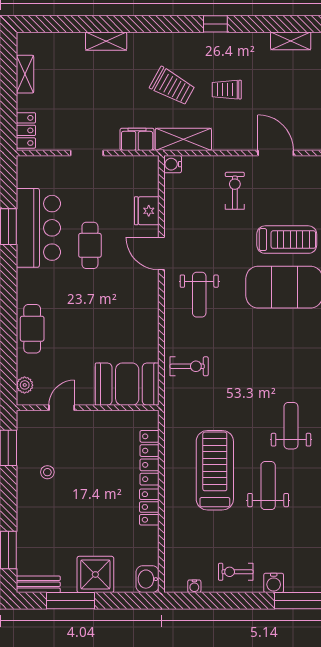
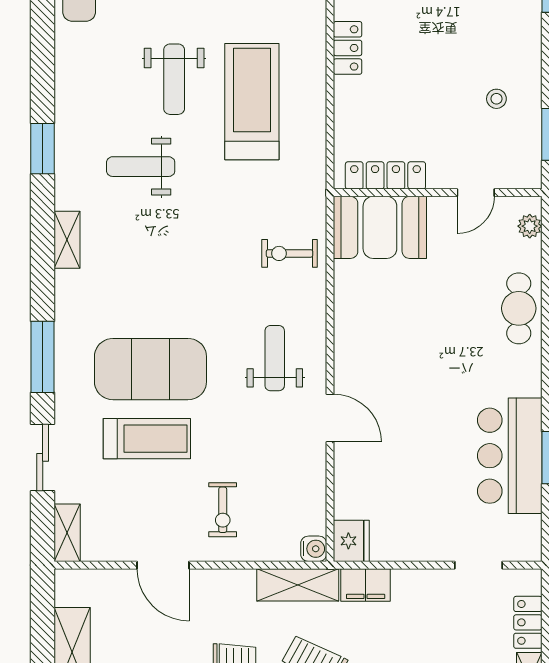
locker: (26, 130) -> (528, 622), moved
doorway: (87, 153) -> (478, 565), moved
fridge: (147, 211) -> (351, 541), moved
treadmill: (287, 240) -> (147, 439), turned 180
cafe table: (90, 245) -> (434, 430), removed
weight bench: (291, 426) -> (141, 167), turned 90
locker: (150, 458) -> (385, 175), moved, turned -90
treadmill: (215, 470) -> (252, 102), turned 180

